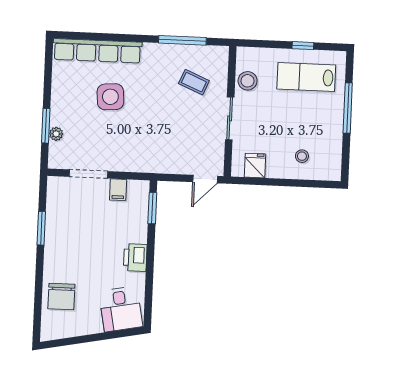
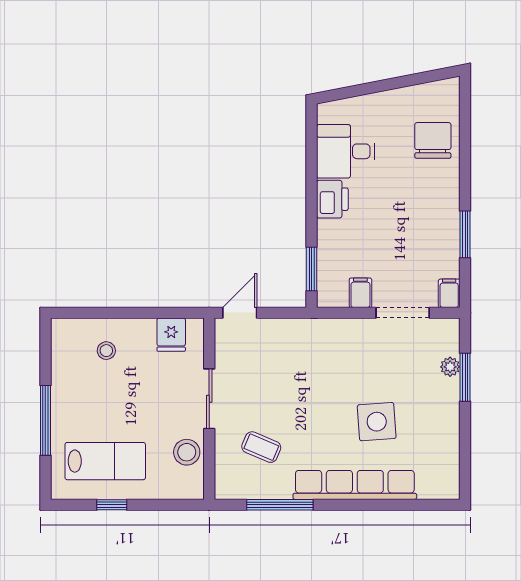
row of seats: (97, 51) -> (355, 485), moved
filing cabinet: (54, 186) -> (449, 293), added
desk: (121, 309) -> (346, 151), moved, turned -79

